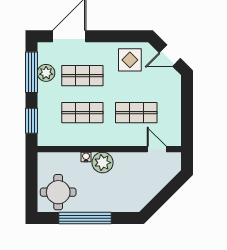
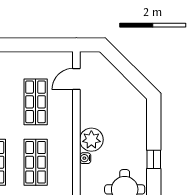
window: (85, 218) -> (154, 159), width x0.32

